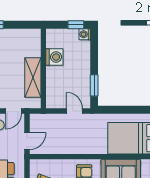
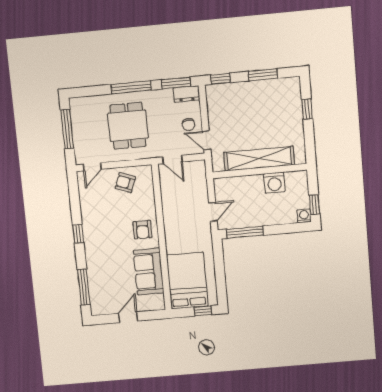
shelving: (33, 78) -> (259, 159), width x1.47
window: (94, 85) -> (245, 232), width x1.44

